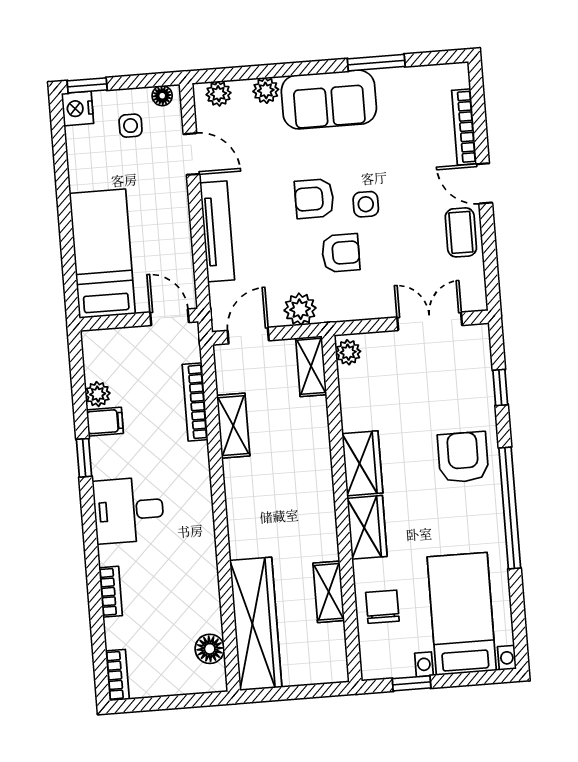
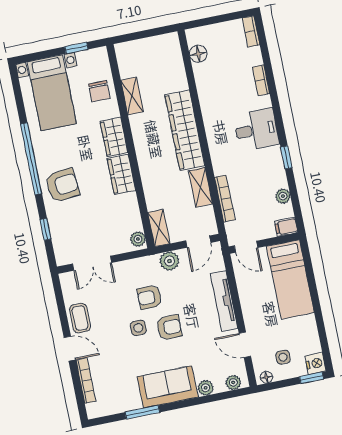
filing cabinet: (105, 422) -> (286, 227), moved
armchair: (463, 457) -> (62, 185), turned -96
wardrobe: (256, 624) -> (185, 130), moved

